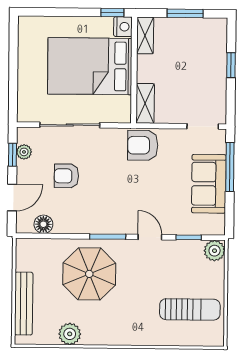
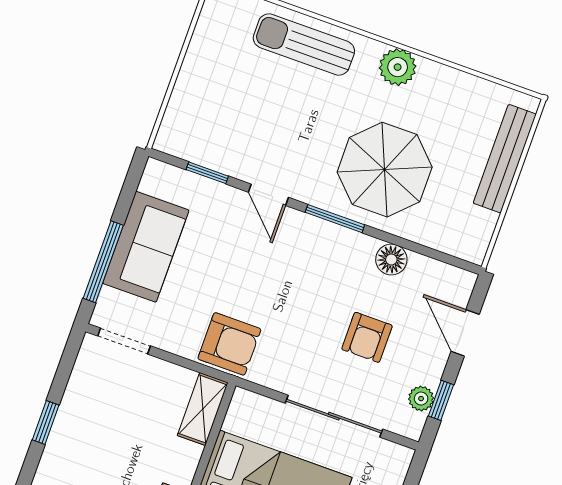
armchair: (66, 176) -> (367, 337), turned 90
door: (12, 198) -> (465, 333), hinge flipped
floor lamp: (43, 224) -> (391, 260), moved
plant: (215, 251) -> (174, 138), removed
sun lounger: (190, 309) -> (304, 44), moved
plant: (70, 334) -> (398, 67), moved

